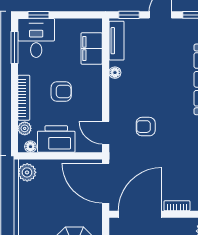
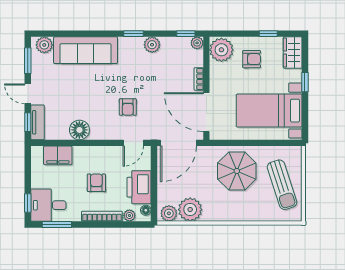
tv unit: (117, 41) -> (38, 122), moved, turned 90
floor lamp: (115, 73) -> (79, 130), width x1.89, depth x1.89
plant: (31, 196) -> (190, 210), added

